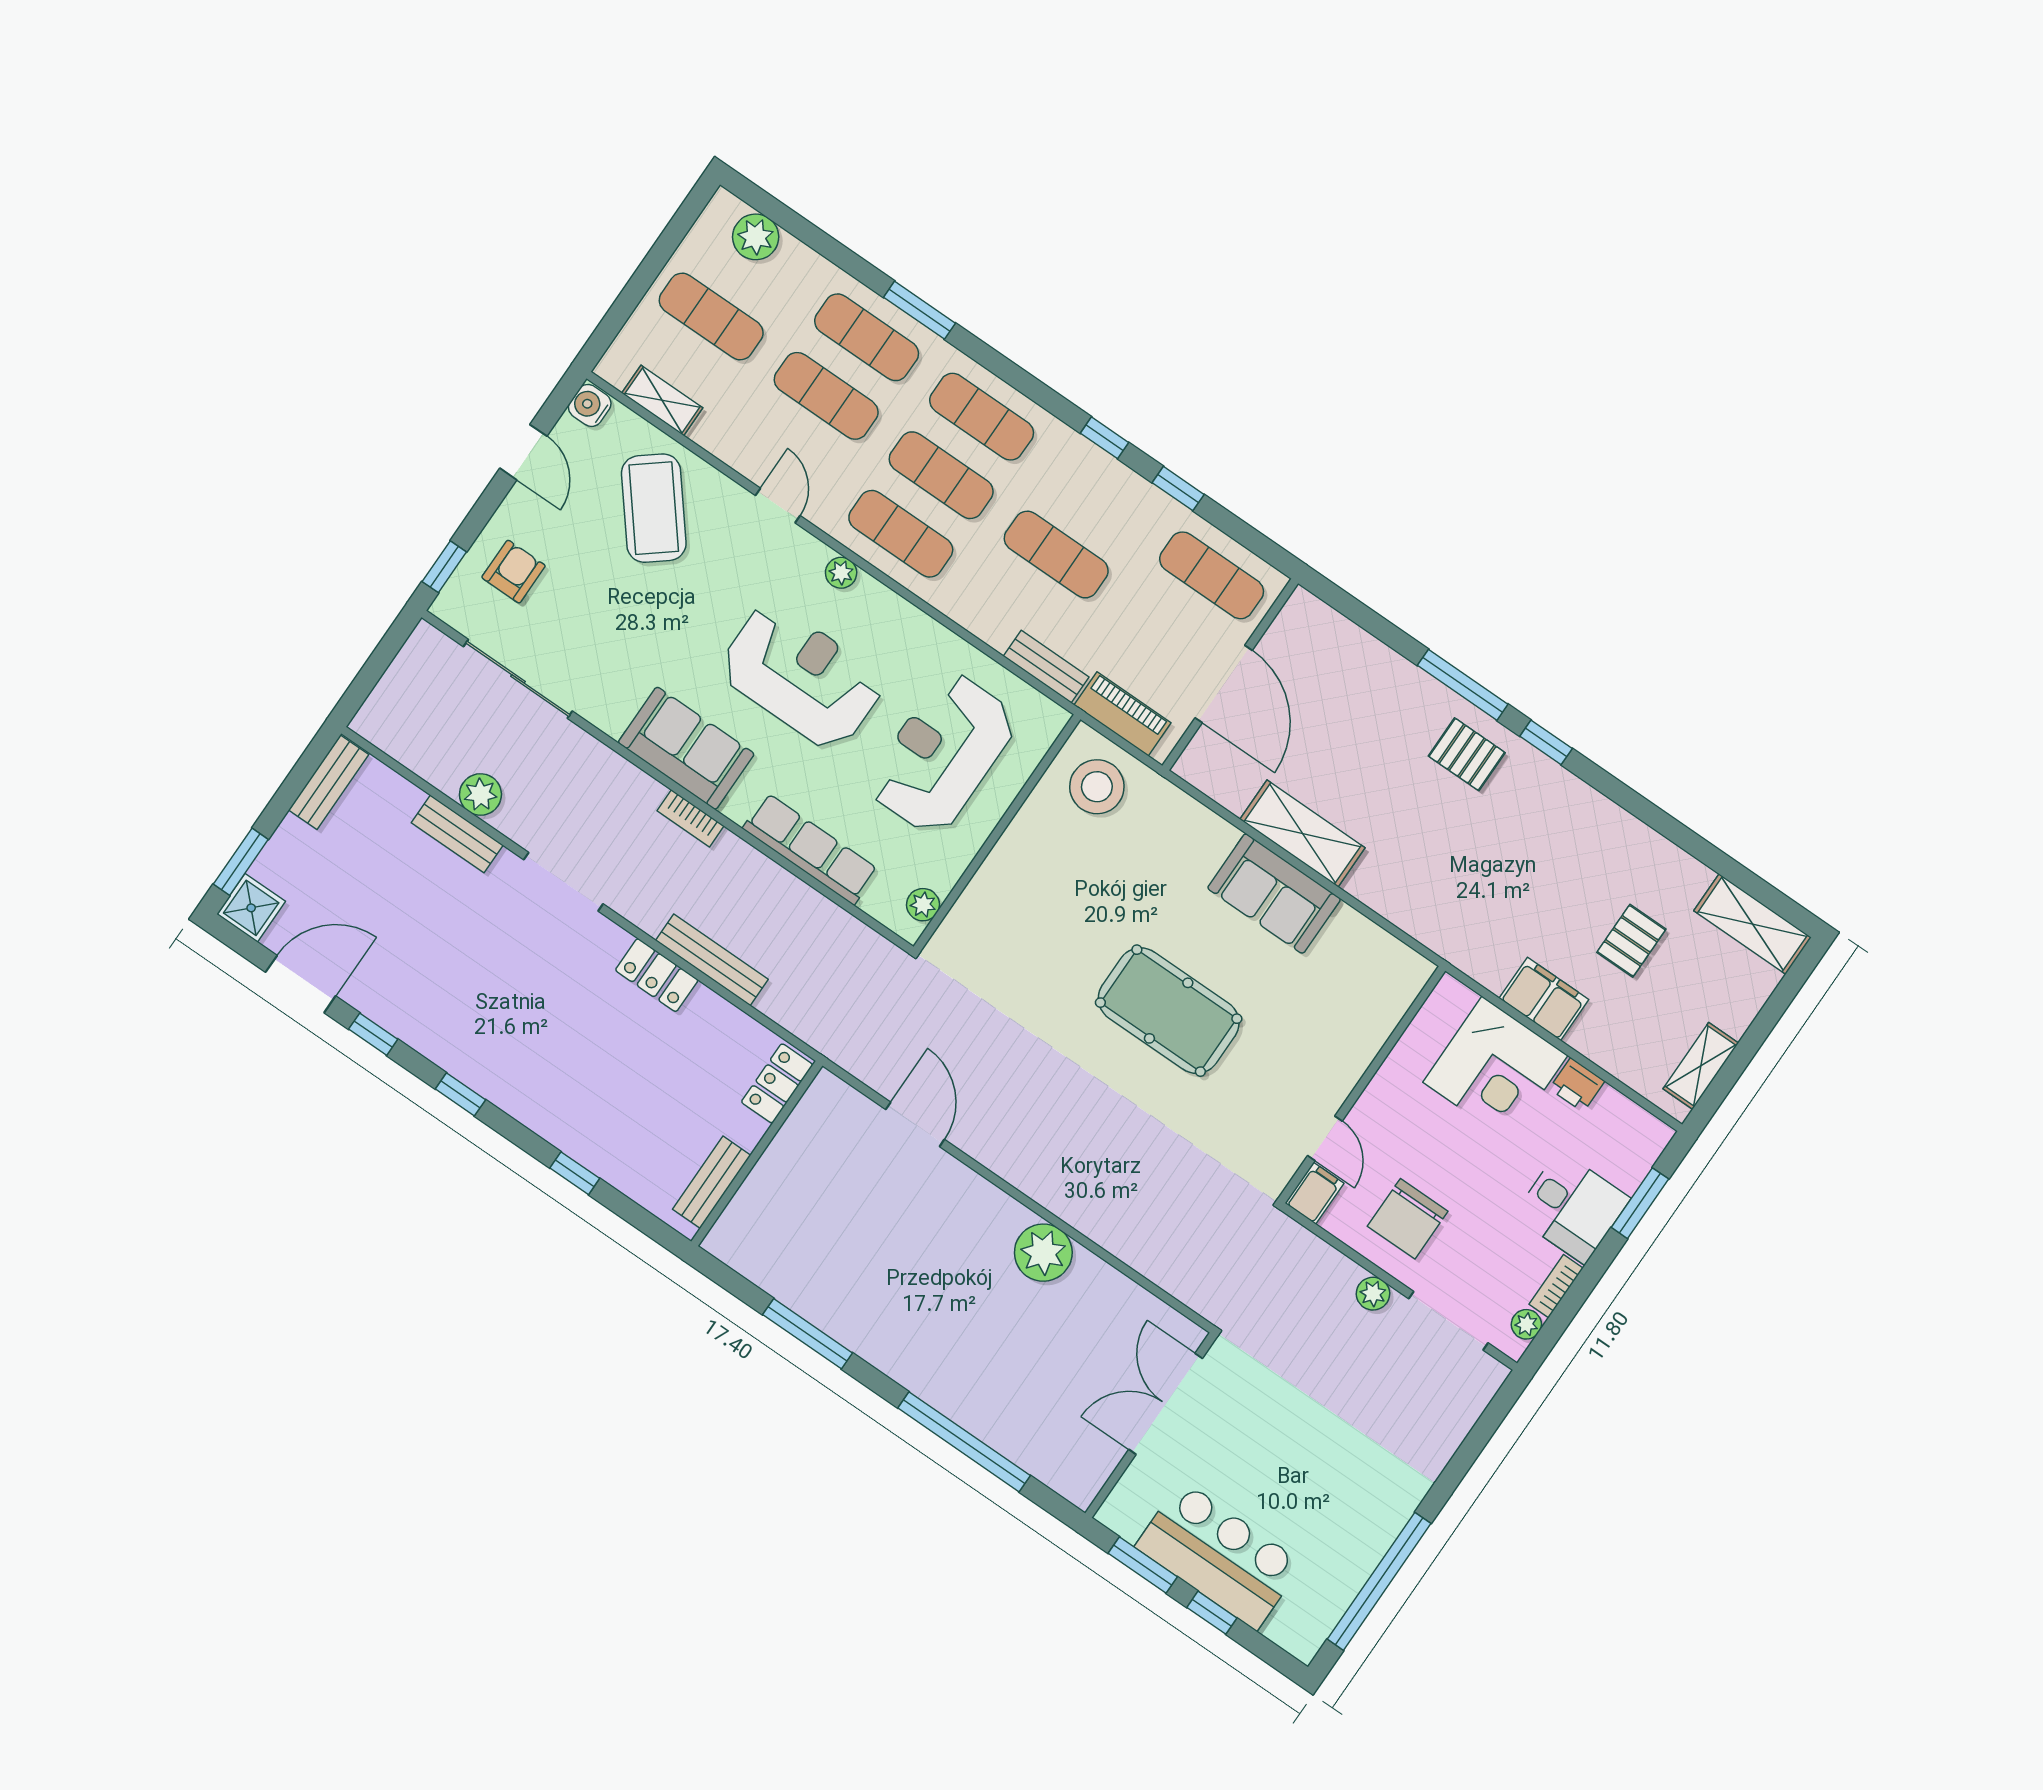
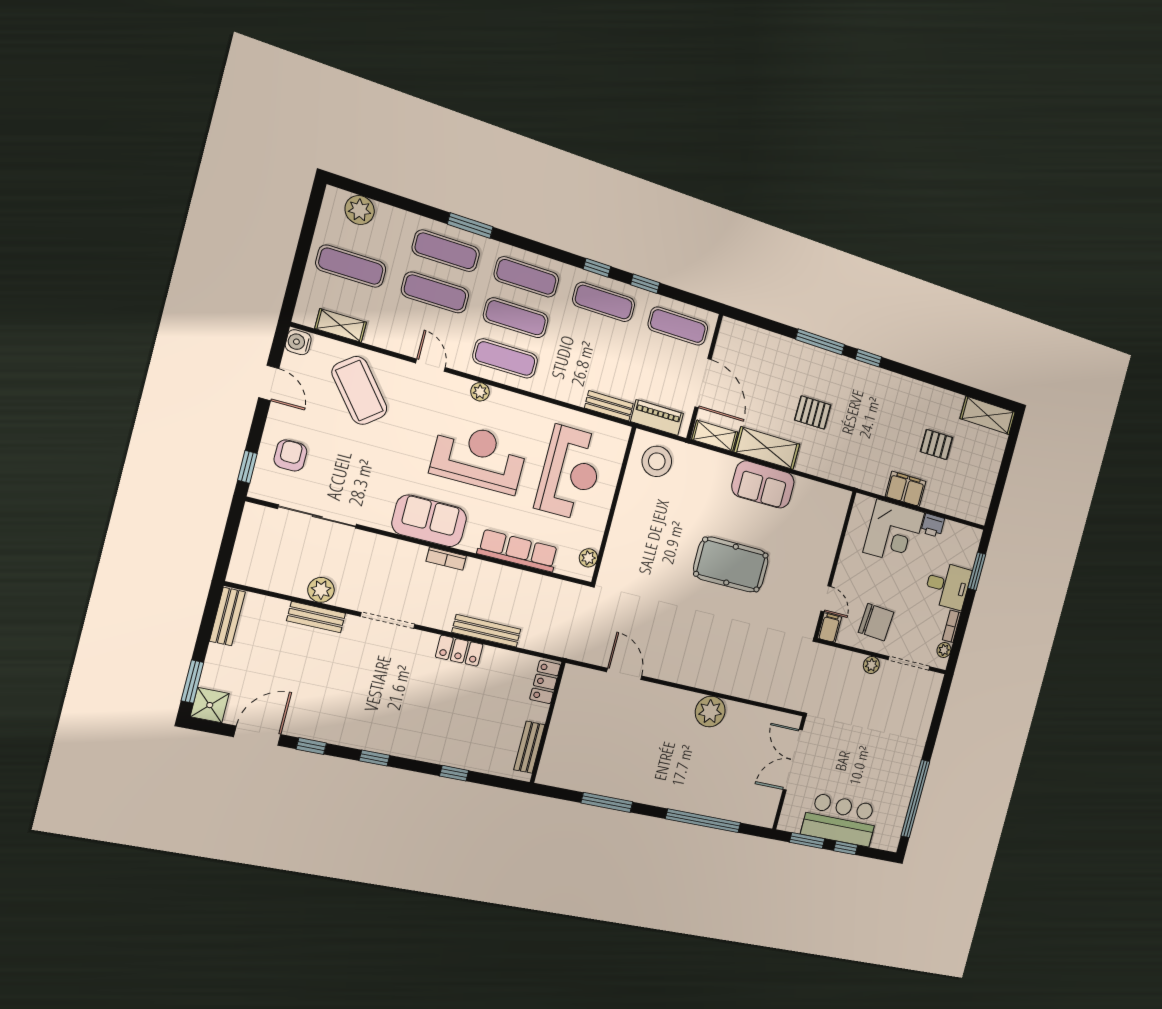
exercise mat: (1056, 555) -> (604, 302), moved
reception desk: (942, 754) -> (570, 473), turned 180
pallet: (1467, 754) -> (813, 412), moved
pallet: (1631, 941) -> (936, 445), turned 90
shelving: (1701, 1066) -> (715, 436), moved, turned 90
chair: (1408, 1219) -> (876, 622), turned -86

